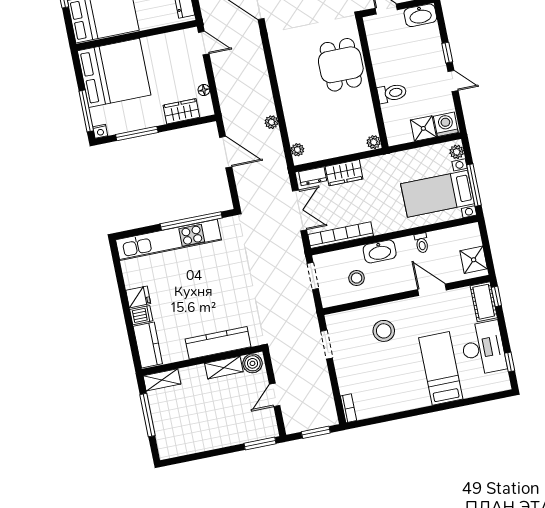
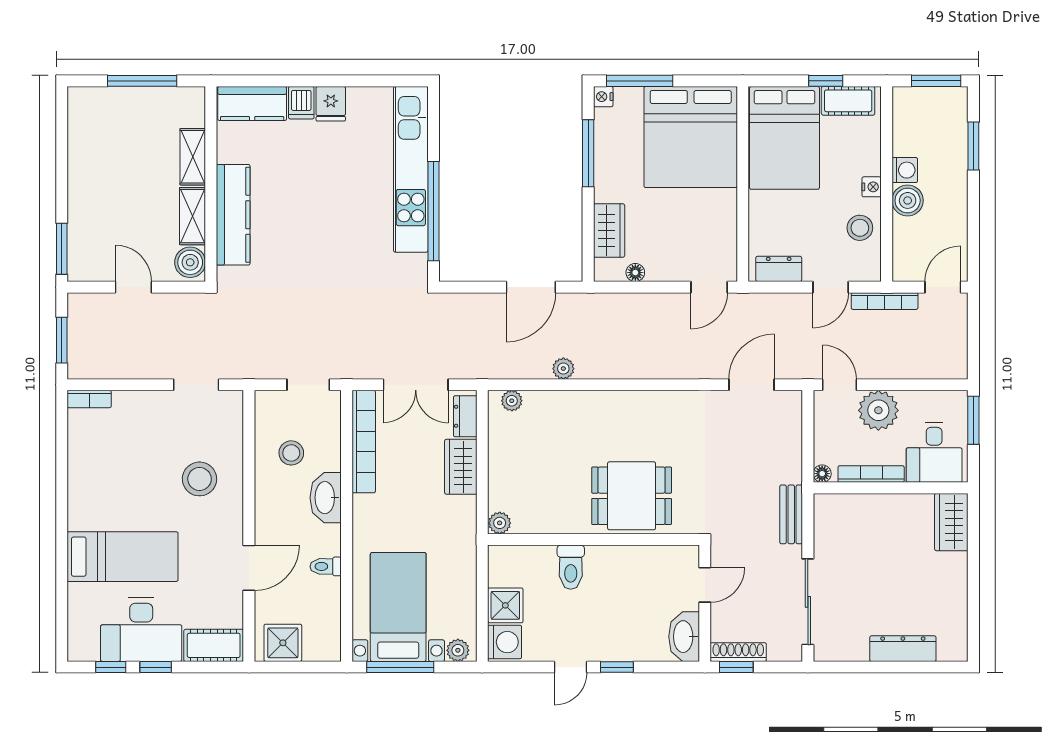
window: (496, 296) -> (156, 667), moved
shelving: (162, 380) -> (193, 157), moved

